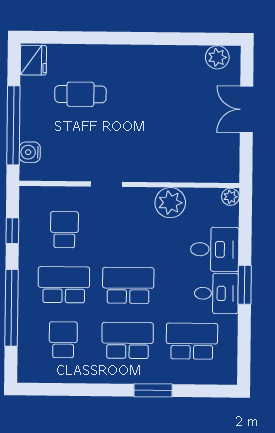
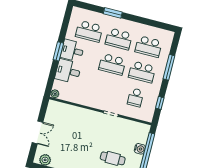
water cooler: (30, 152) -> (140, 149), moved
plant: (170, 203) -> (83, 98), removed
window: (11, 308) -> (169, 67), width x0.68
school desk: (63, 340) -> (149, 47), width x1.85

